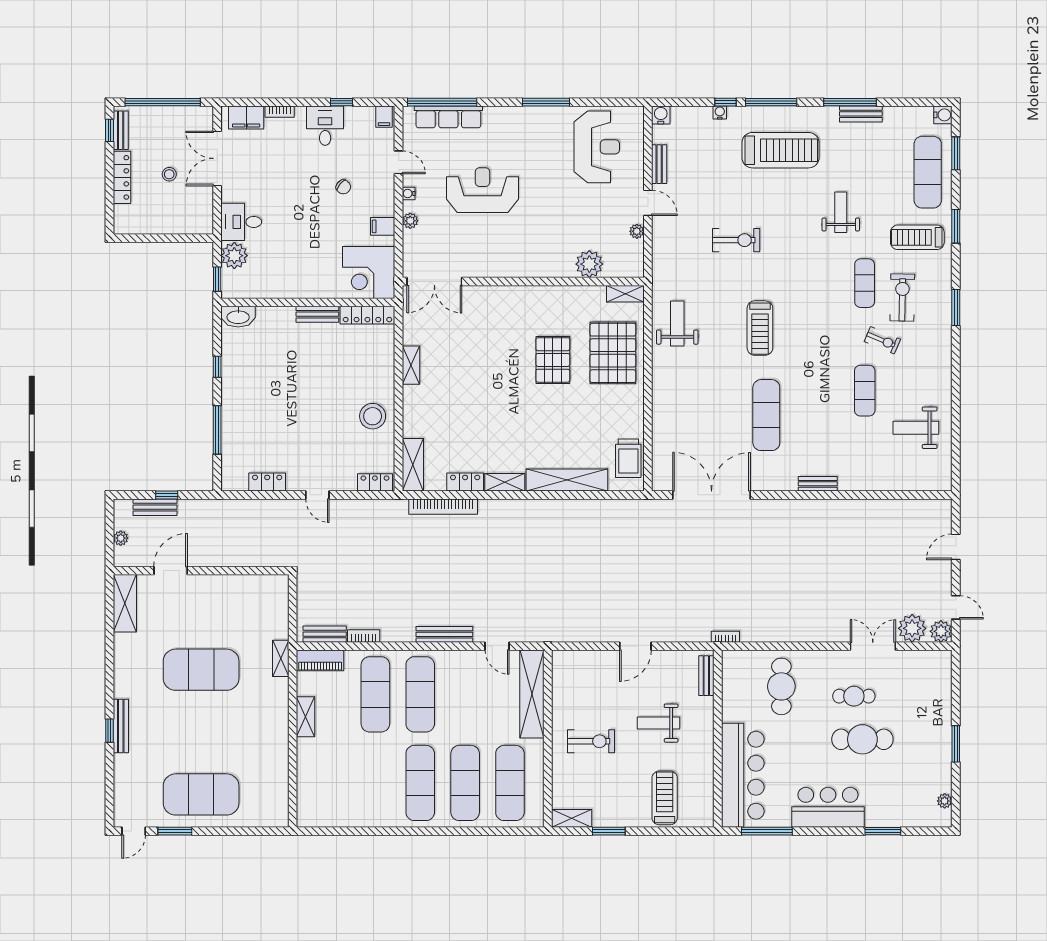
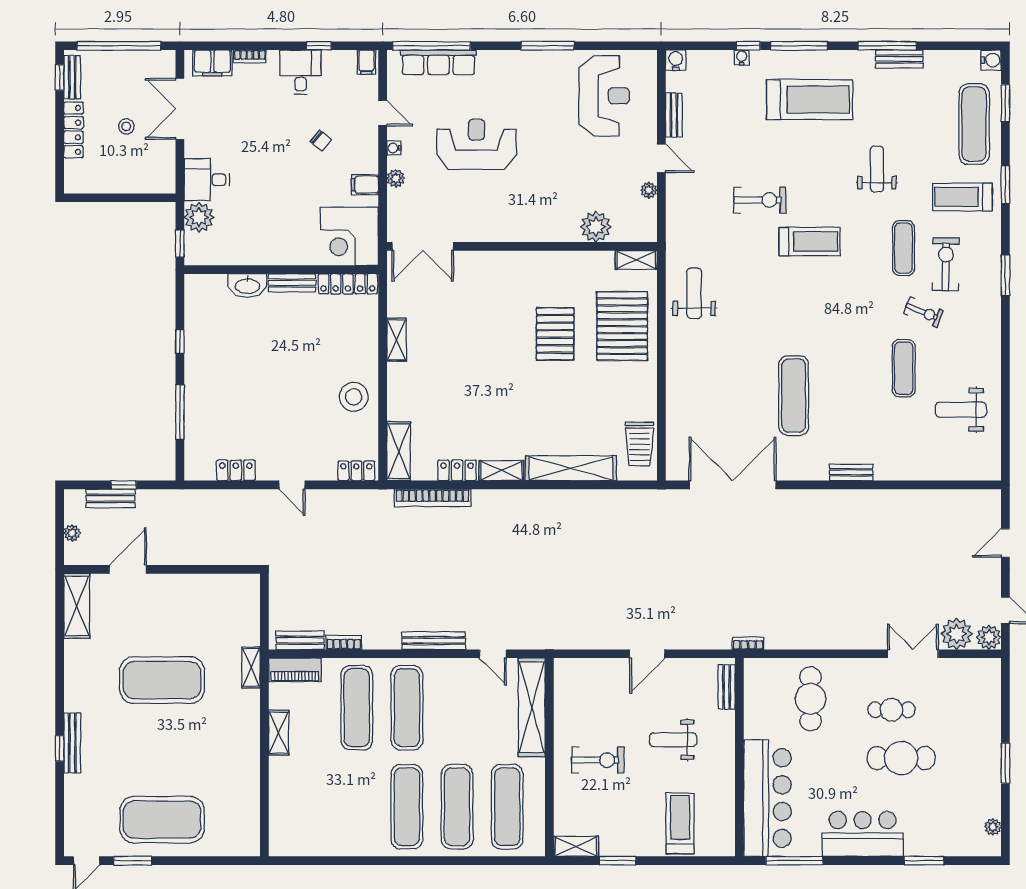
washbasin: (238, 317) -> (247, 285), moved
treadmill: (760, 328) -> (810, 242), moved, turned -90

